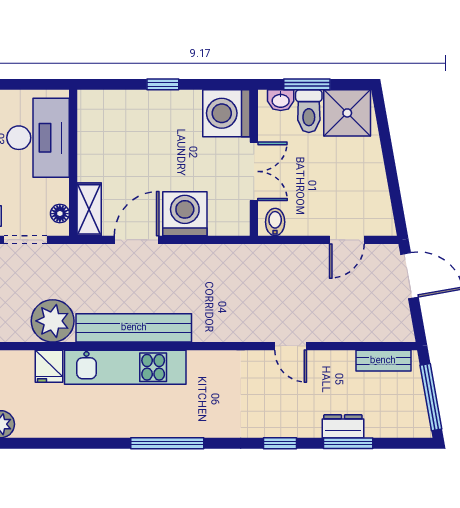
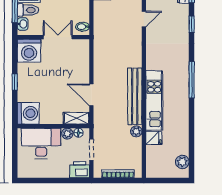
plant: (58, 191) -> (67, 134), added
washing machine: (185, 214) -> (28, 113), moved, turned 180
plant: (53, 321) -> (136, 131), width x0.53, depth x0.53

